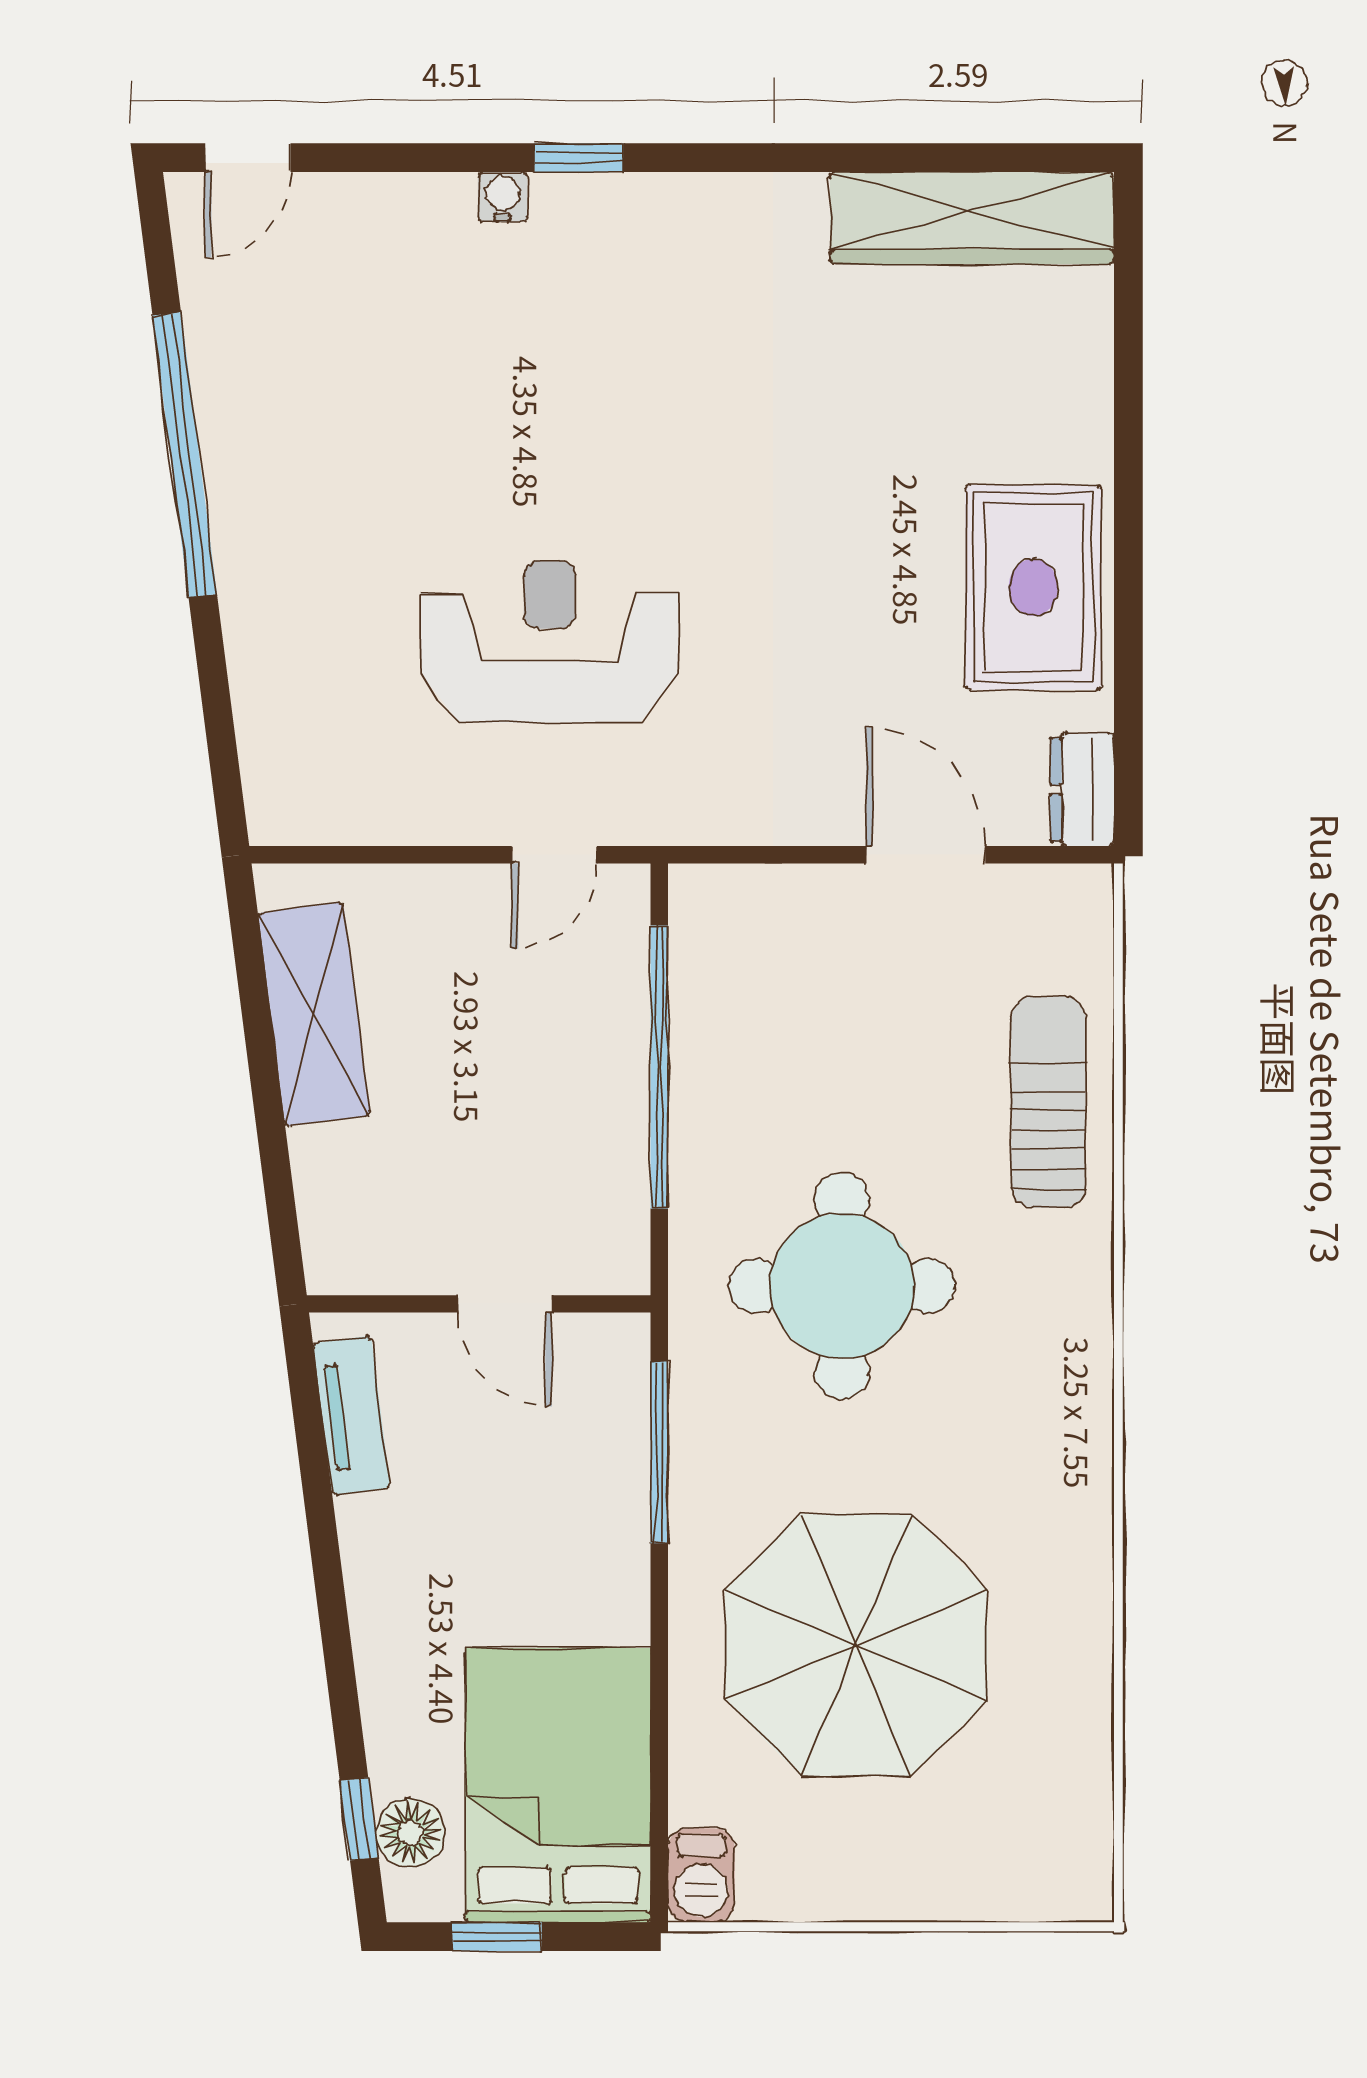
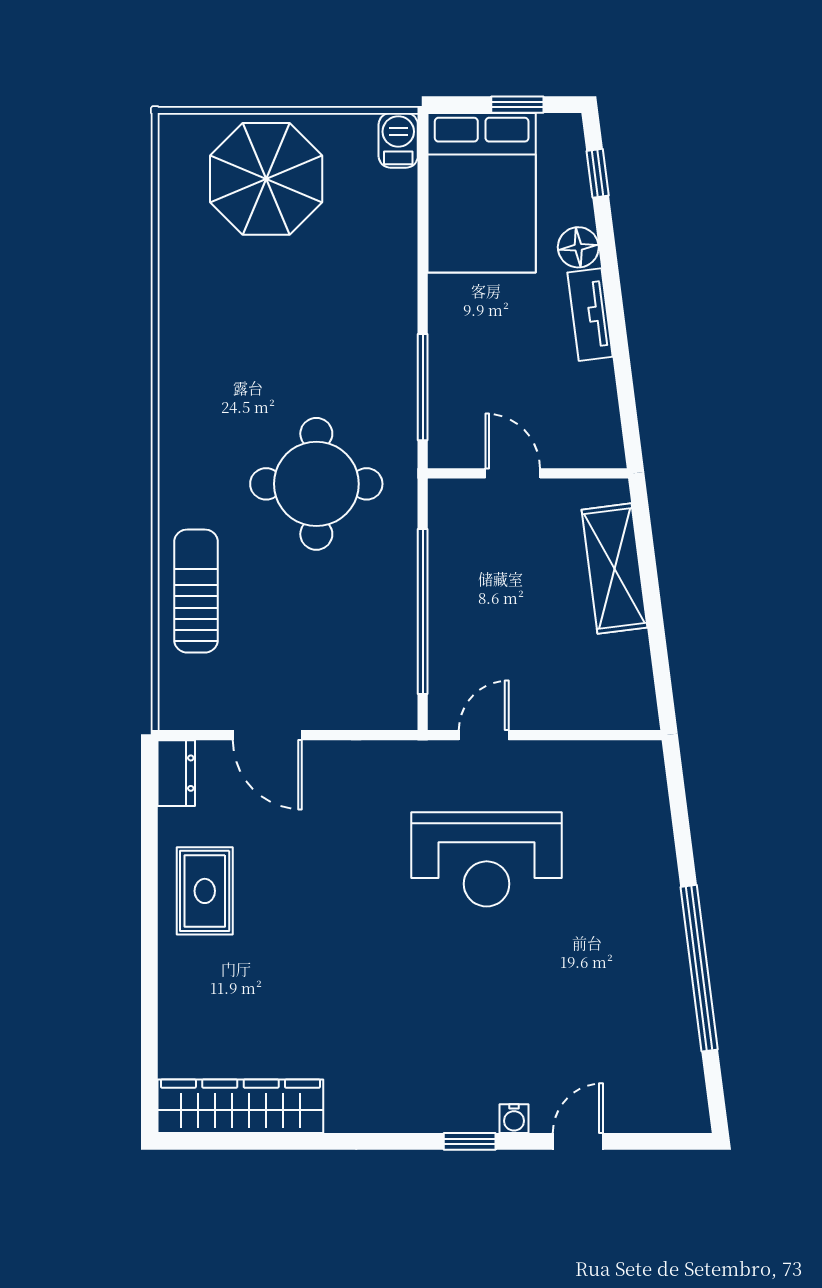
door: (248, 158) -> (578, 1141), moved
rug: (1033, 587) -> (205, 891), width x0.73, depth x0.70
shelving: (314, 1014) -> (614, 569), moved
sun lounger: (1048, 1102) -> (196, 591), turned 180
tv unit: (352, 1416) -> (590, 315), moved
parasol: (856, 1645) -> (266, 179), moved, width x0.73, depth x0.73
floor lamp: (410, 1833) -> (578, 247), moved

